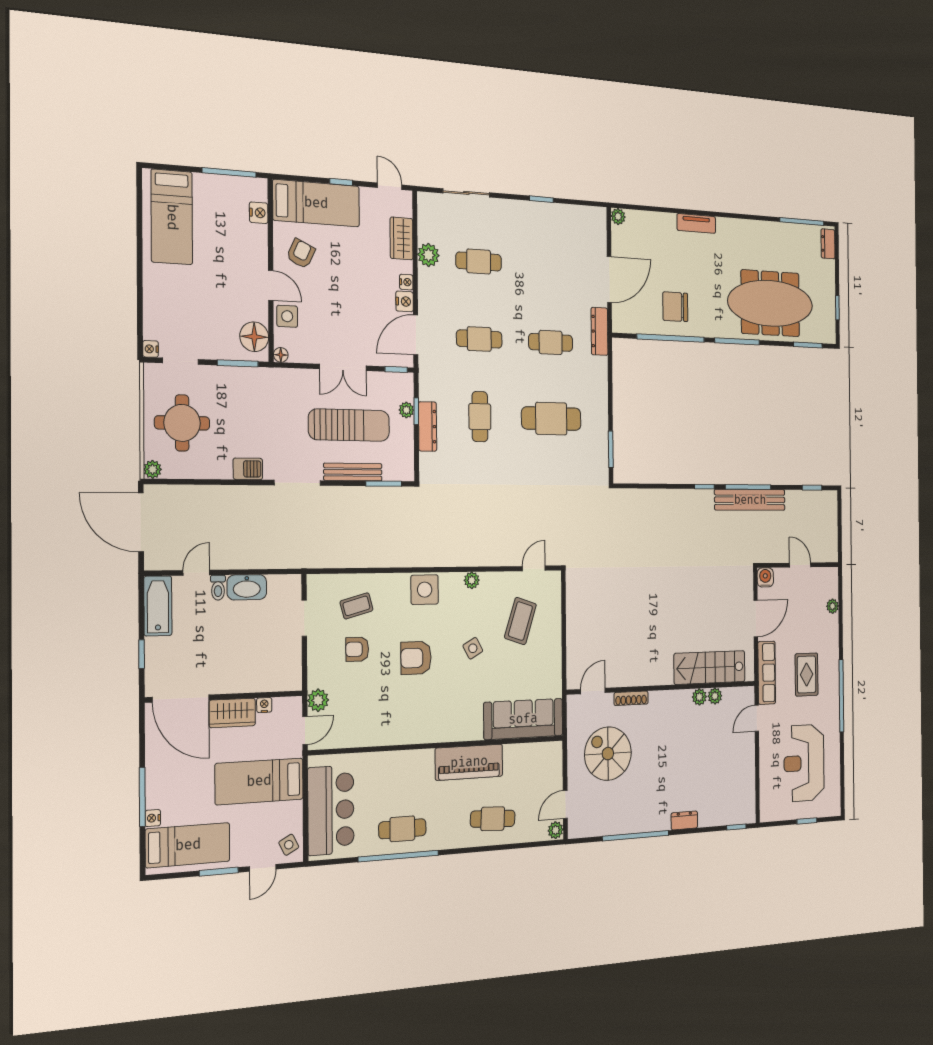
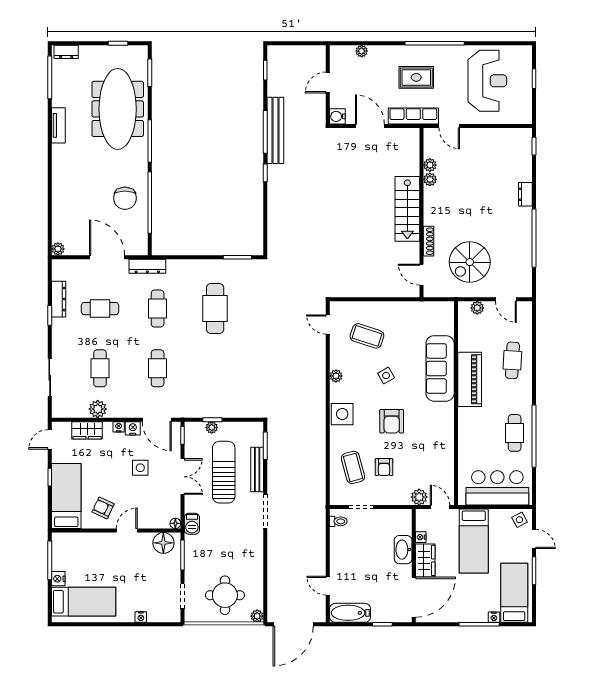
nightstand: (259, 213) -> (58, 579), moved, turned -90
tv unit: (696, 223) -> (58, 125), moved
side table: (287, 316) -> (140, 468), moved
nightstand: (150, 349) -> (141, 617), moved
cafe table: (480, 417) -> (100, 309), moved
dresser: (428, 426) -> (59, 299), moved, turned 90
barbecue: (248, 469) -> (192, 524), moved, turned 180
washbasin: (247, 587) -> (403, 550), moved, turned 180
toilet: (218, 588) -> (338, 521), moved
coffee table: (356, 606) -> (353, 467), width x1.36, depth x1.30
stairs: (710, 668) -> (407, 209), moved
sofa: (523, 719) -> (440, 368), moved
reception desk: (804, 763) -> (487, 81), turned -90
plant: (556, 830) -> (477, 308), moved

